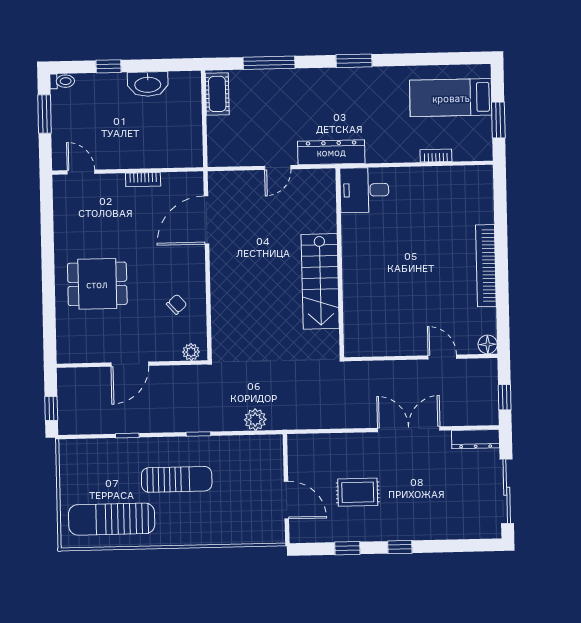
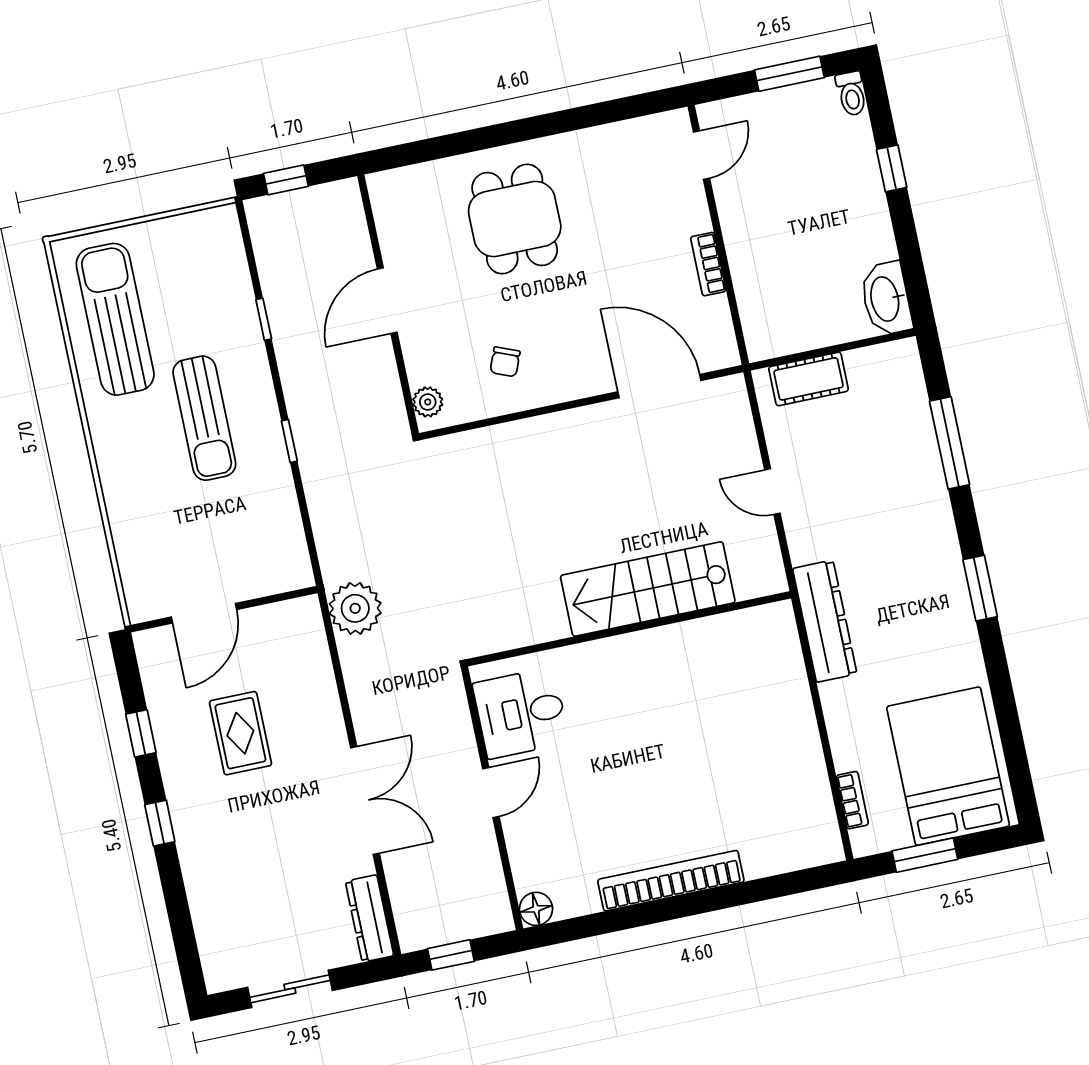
washbasin: (148, 84) -> (886, 299), moved
cot: (217, 94) -> (808, 379), moved
bed: (451, 98) -> (948, 766), width x1.50
dresser: (331, 152) -> (825, 621), moved
bookcase: (436, 156) -> (852, 800), moved
desk: (364, 190) -> (521, 713), moved, turned -90
stairs: (320, 281) -> (648, 589), moved
chair: (177, 304) -> (505, 362), turned 64
door: (442, 357) -> (491, 793), moved
door: (130, 364) -> (387, 301), hinge flipped
plant: (255, 420) -> (355, 608), moved, width x1.36, depth x1.36
sliding door: (507, 491) -> (290, 989), width x0.73

